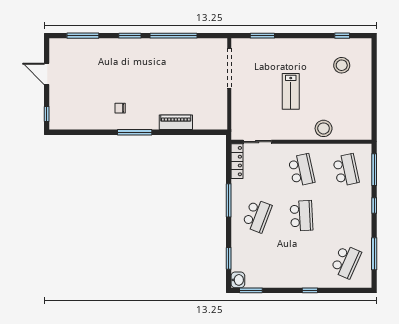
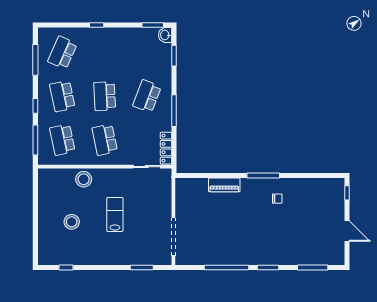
stool: (342, 65) -> (72, 222), moved
school desk: (346, 216) -> (62, 96), added

